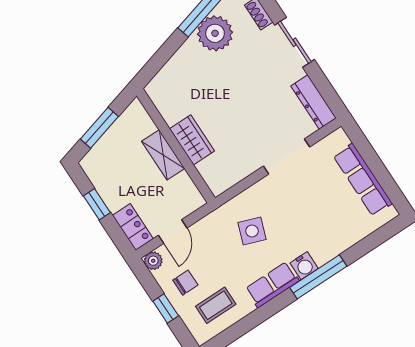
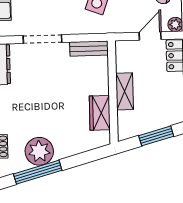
wardrobe: (192, 140) -> (100, 113), moved
bench: (230, 177) -> (89, 49), added

